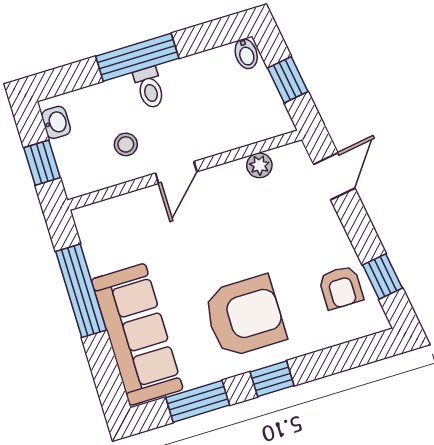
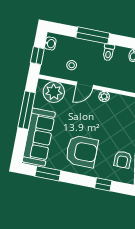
toilet: (149, 88) -> (108, 52), moved
plant: (259, 165) -> (104, 96), moved
plant: (118, 222) -> (54, 92), added
window: (272, 379) -> (103, 184), moved

